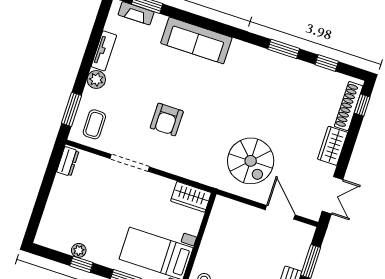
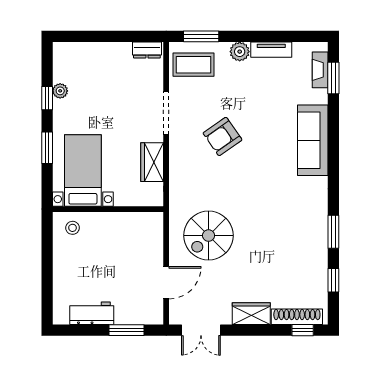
armchair: (167, 120) -> (223, 136), turned -35
coffee table: (94, 124) -> (193, 65), width x1.36, depth x1.30
wardrobe: (191, 197) -> (152, 162), moved

